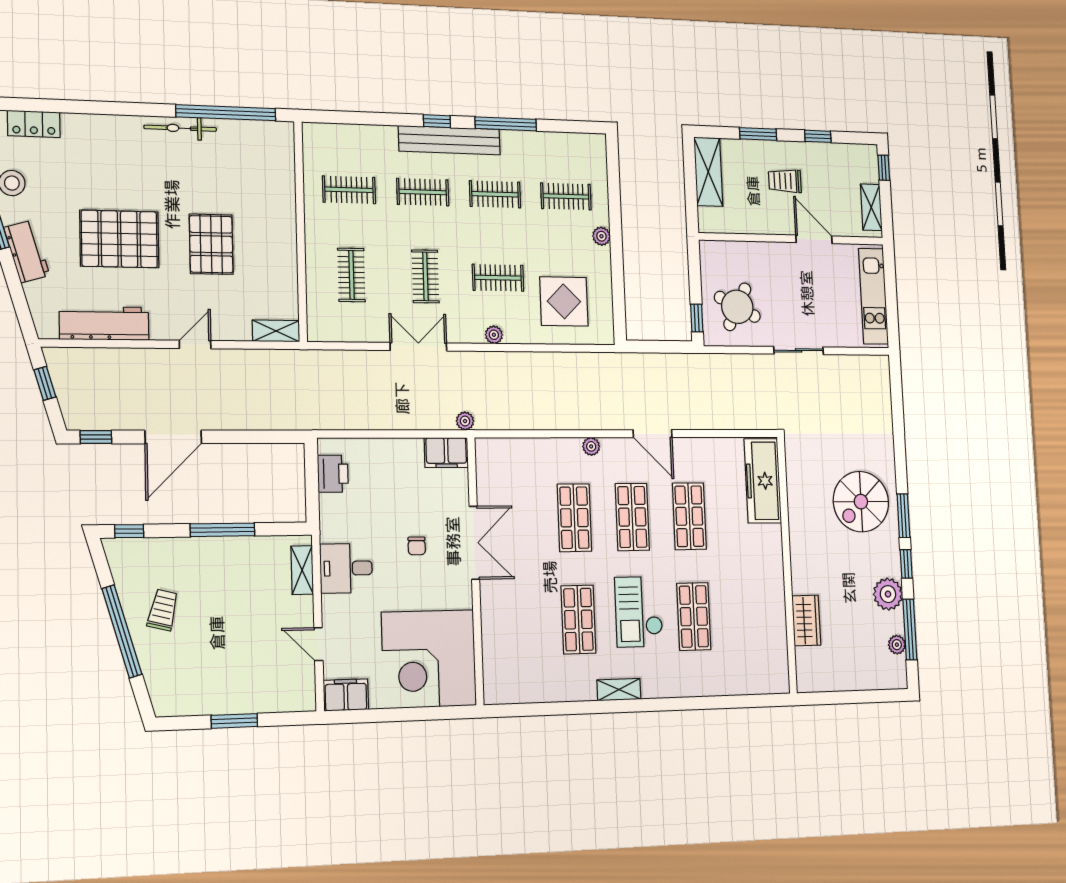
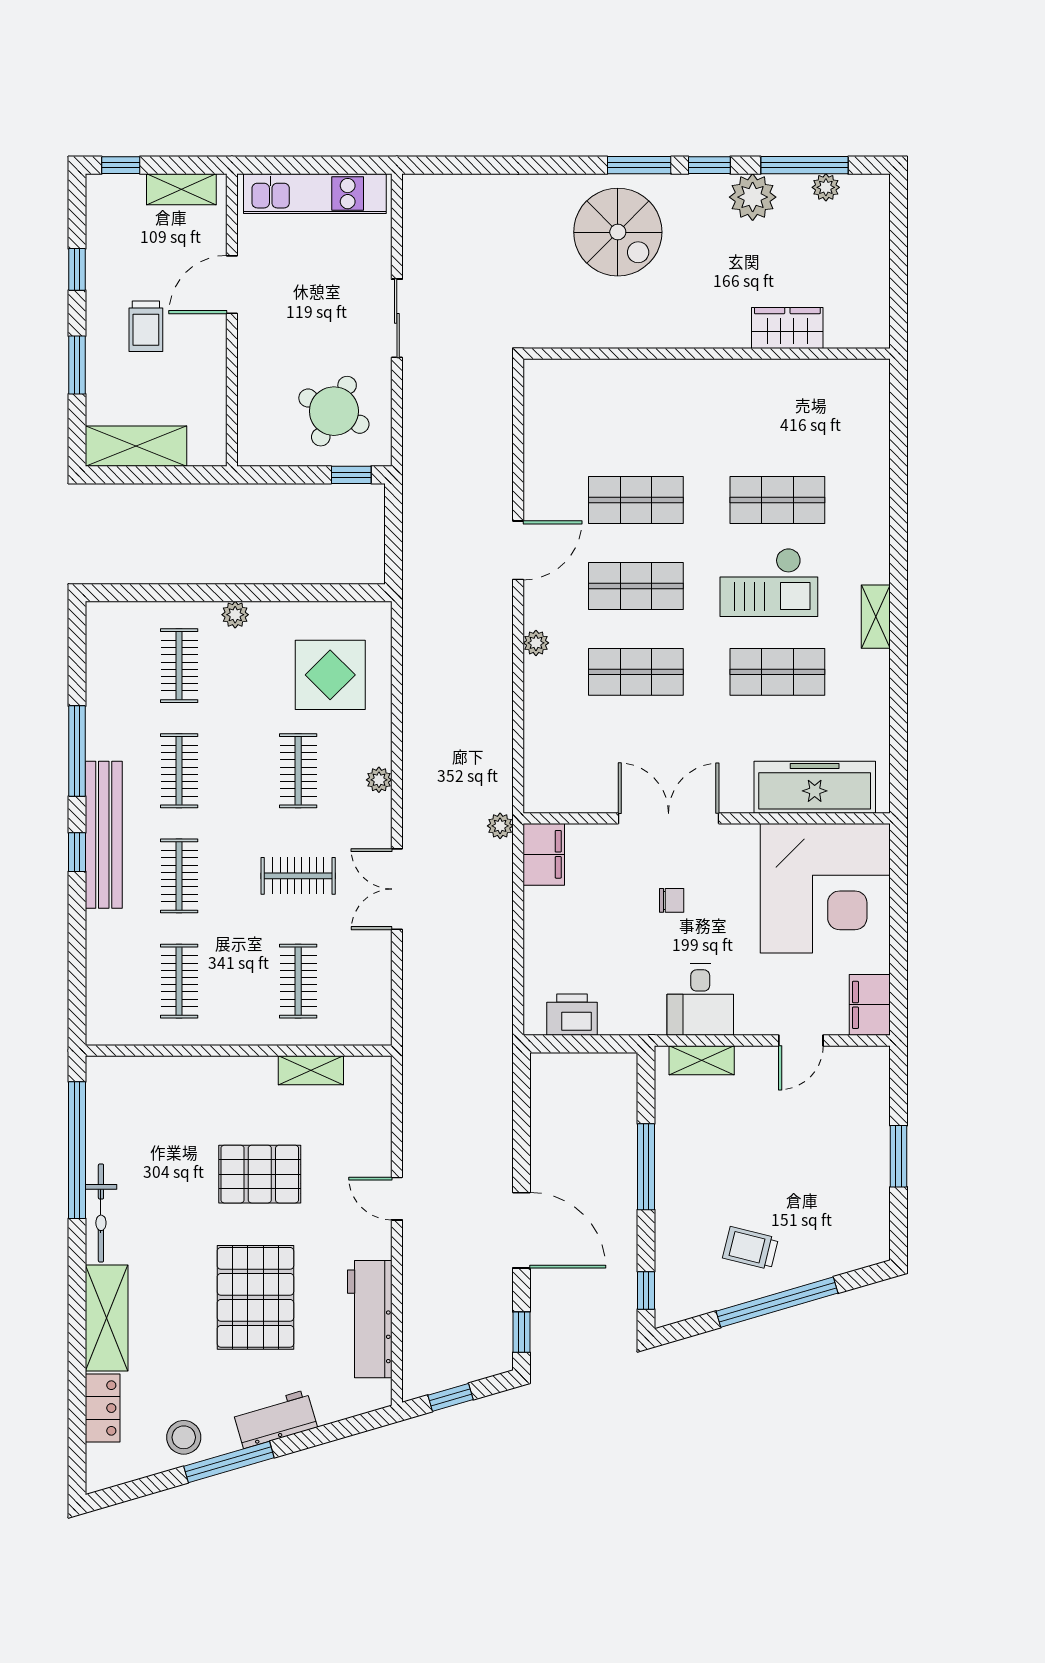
shelving: (102, 129) -> (107, 1318), added
clothes rail: (351, 275) -> (298, 981), turned 90
shelving: (276, 331) -> (311, 1070), moved, turned 90
freezer: (763, 481) -> (815, 787), moved, turned 180

